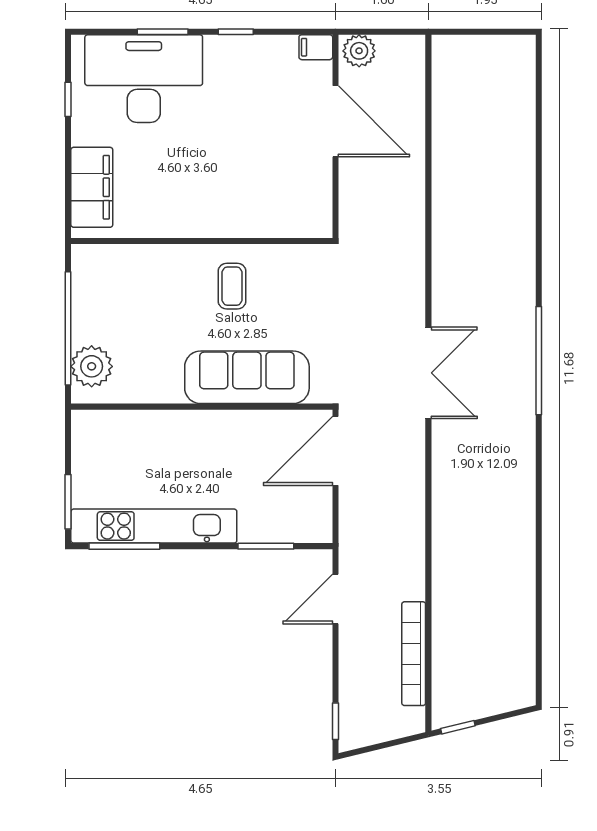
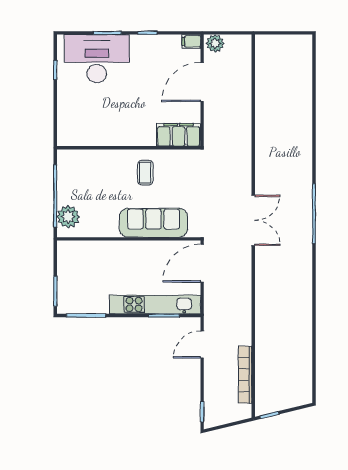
door: (335, 121) -> (202, 82), swing flipped
filing cabinet: (92, 187) -> (178, 135), moved, turned -90
kitchen unit: (154, 526) -> (155, 304), moved

